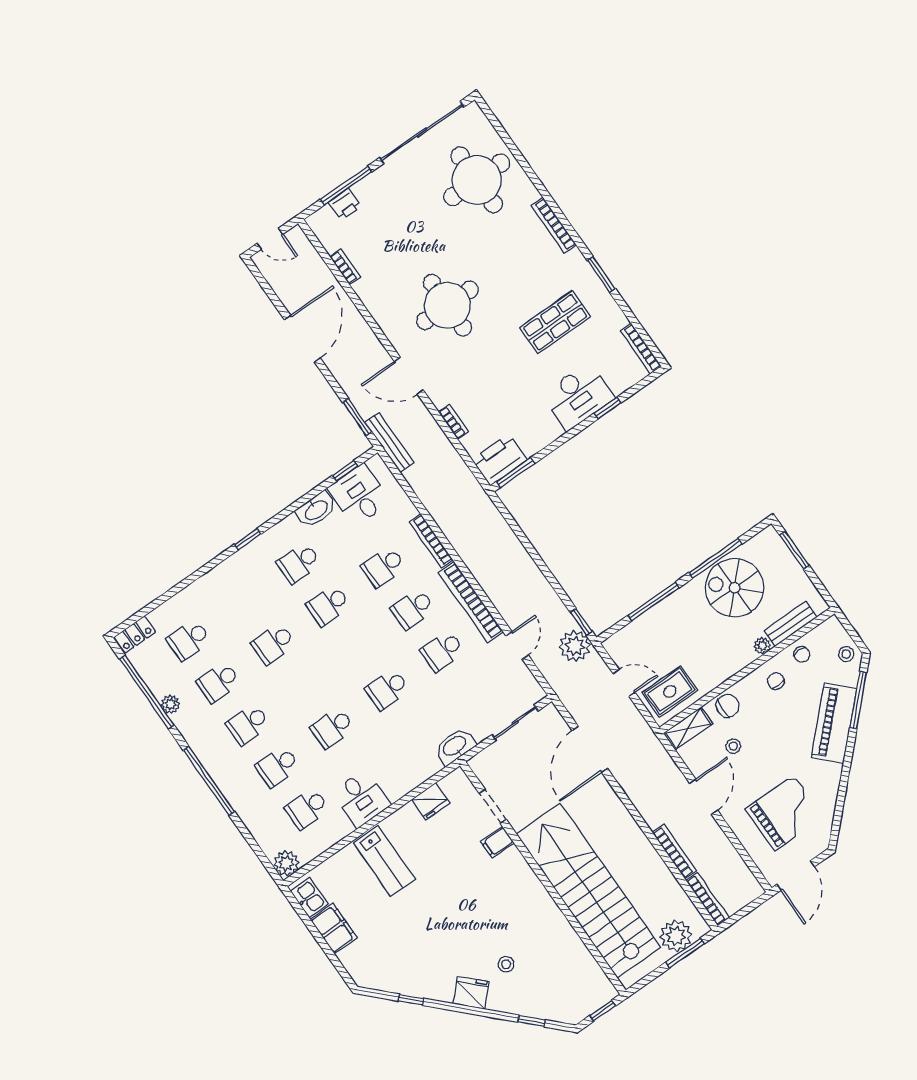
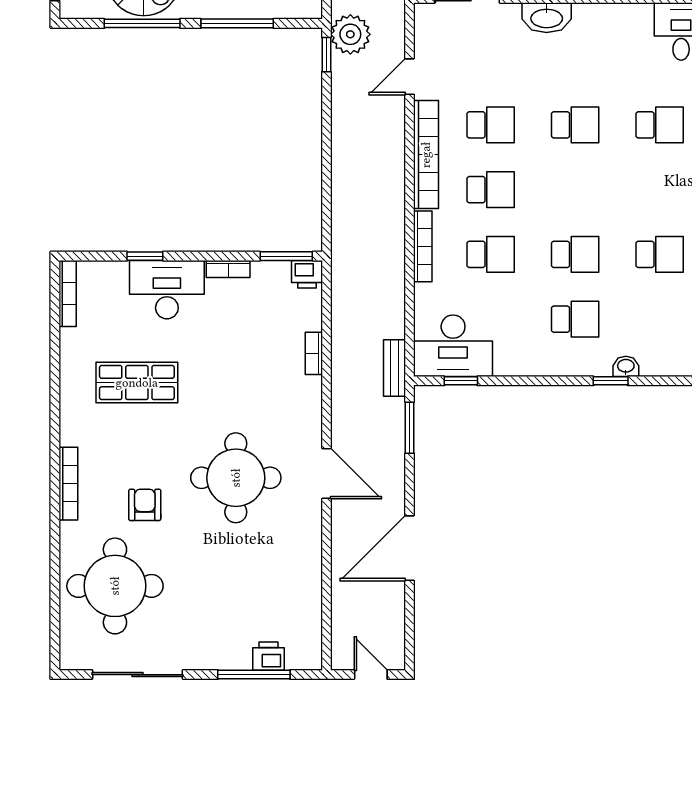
sliding door: (422, 132) -> (137, 675), width x0.73
armchair: (494, 246) -> (145, 505), added
bookcase: (345, 267) -> (228, 269), moved, turned -90
window: (601, 275) -> (55, 398), removed
door: (409, 376) -> (326, 474), moved
bench: (389, 442) -> (395, 368), width x0.73
printer: (500, 460) -> (307, 274), width x0.53, depth x0.68
desk: (359, 495) -> (453, 346), width x1.37
washbasin: (316, 510) -> (626, 366), moved, width x0.52, depth x0.69

